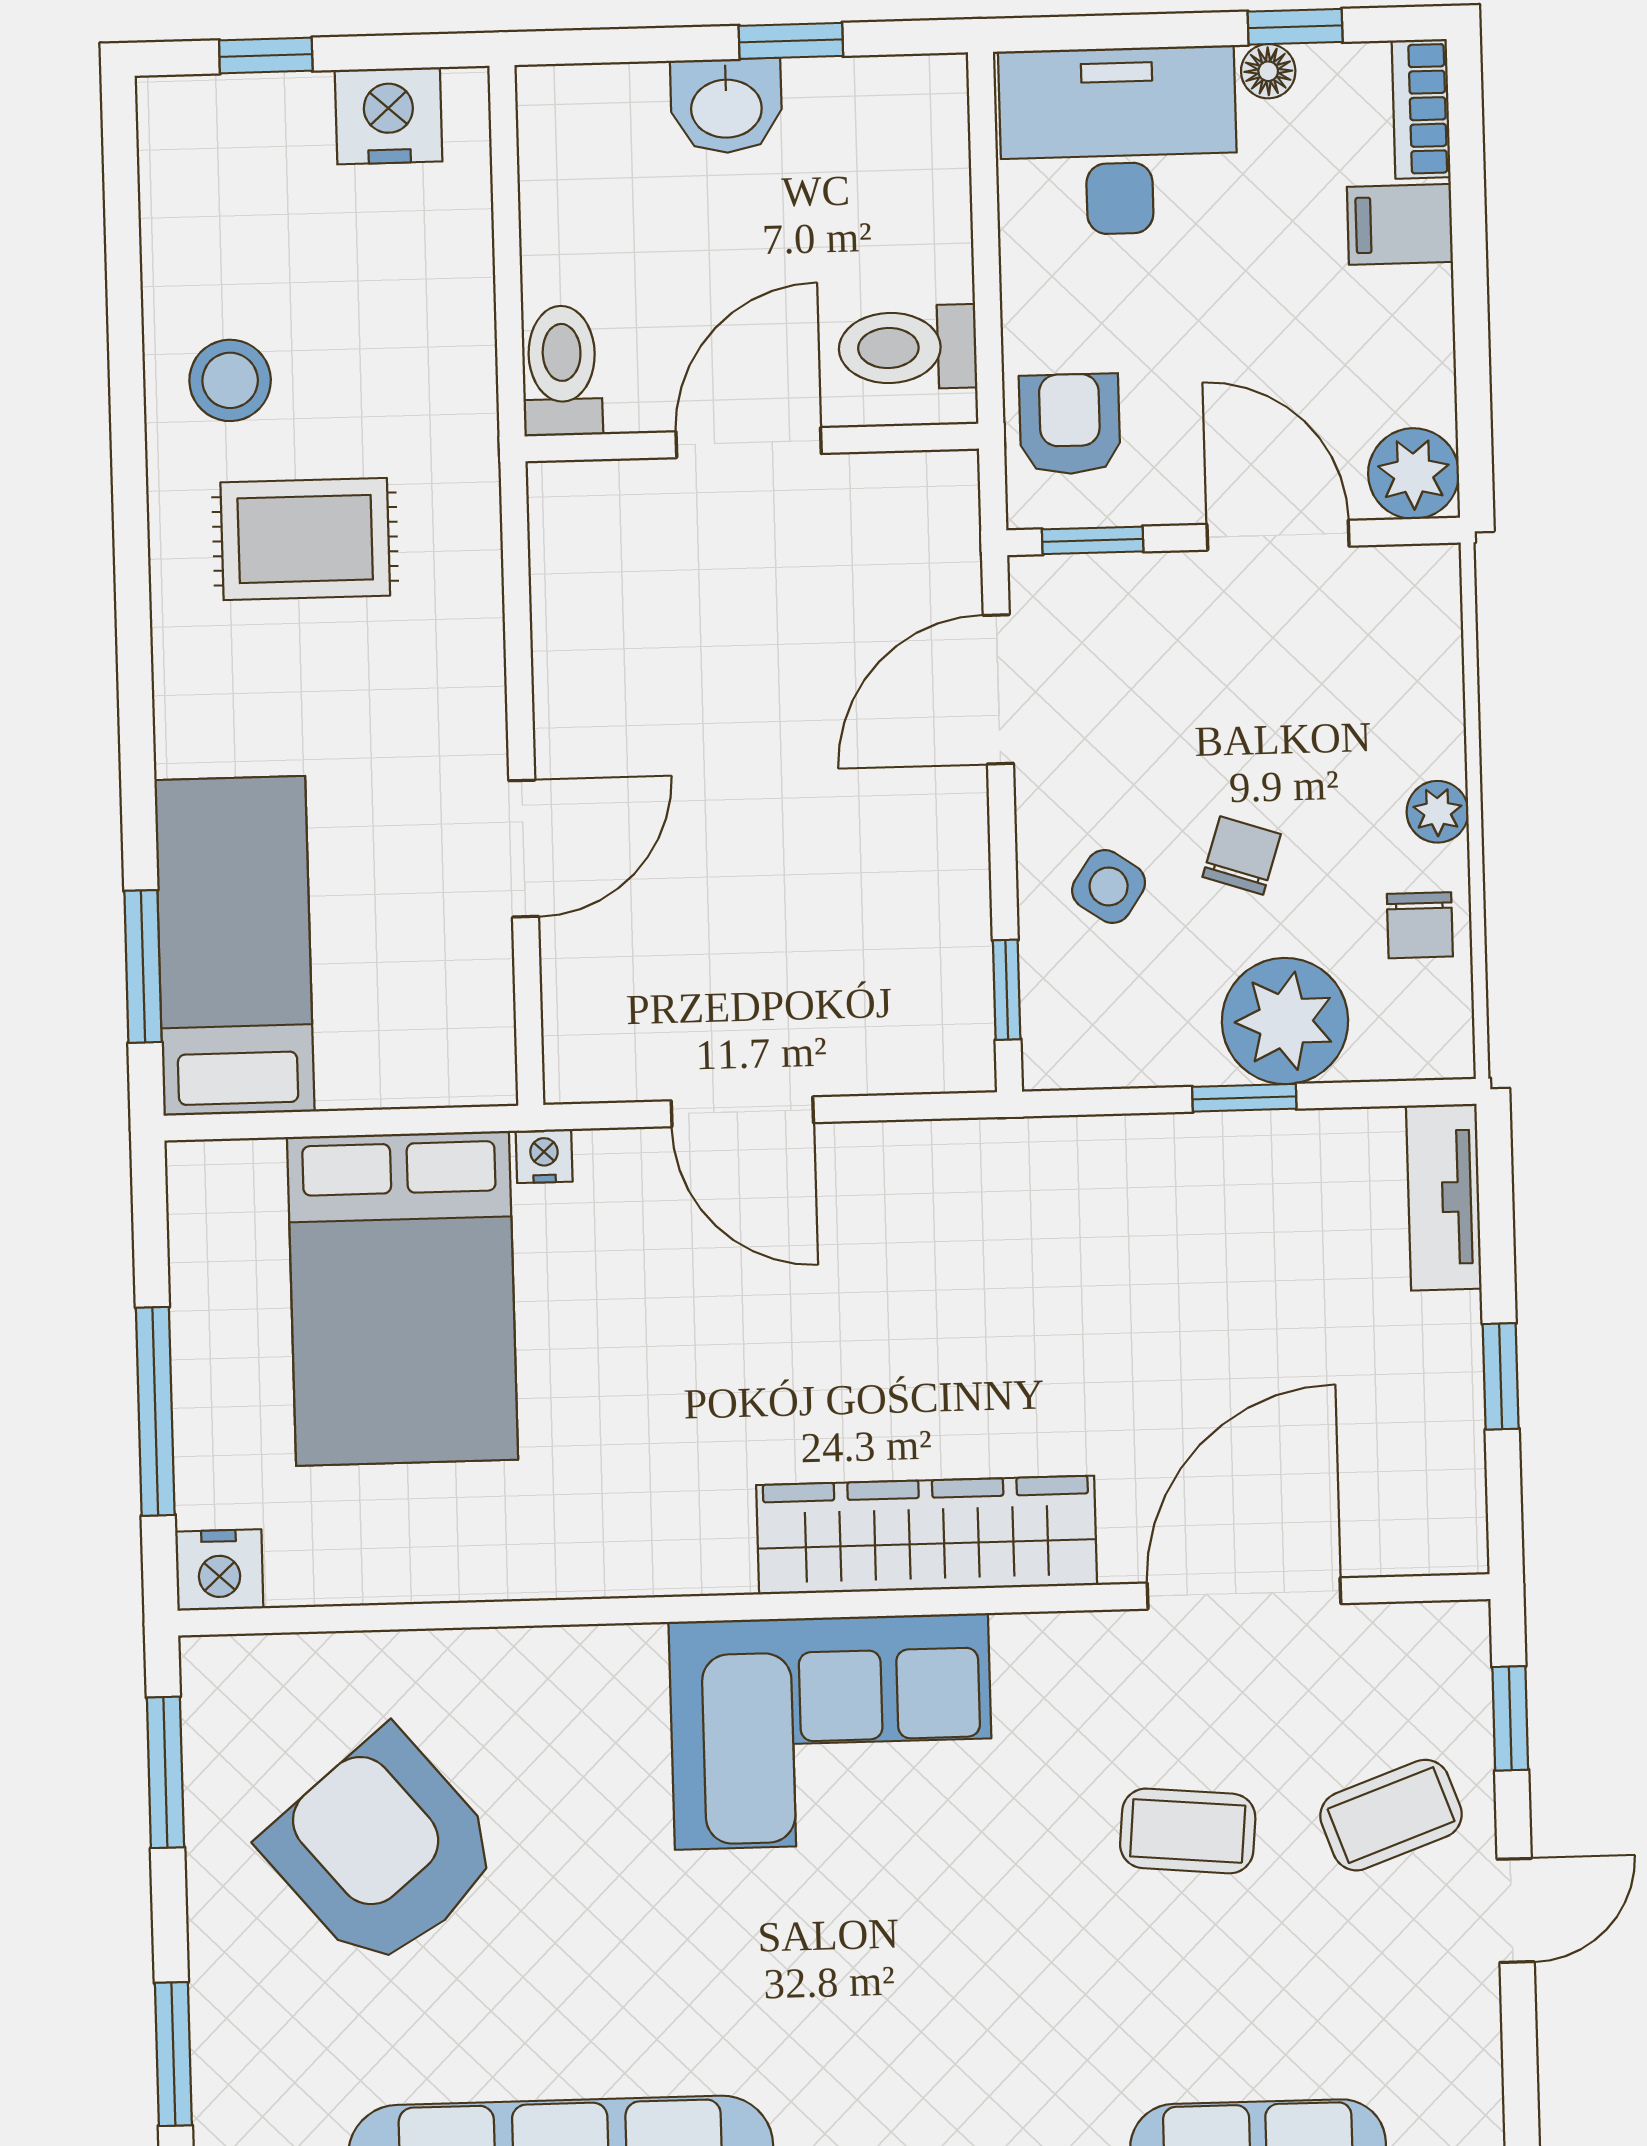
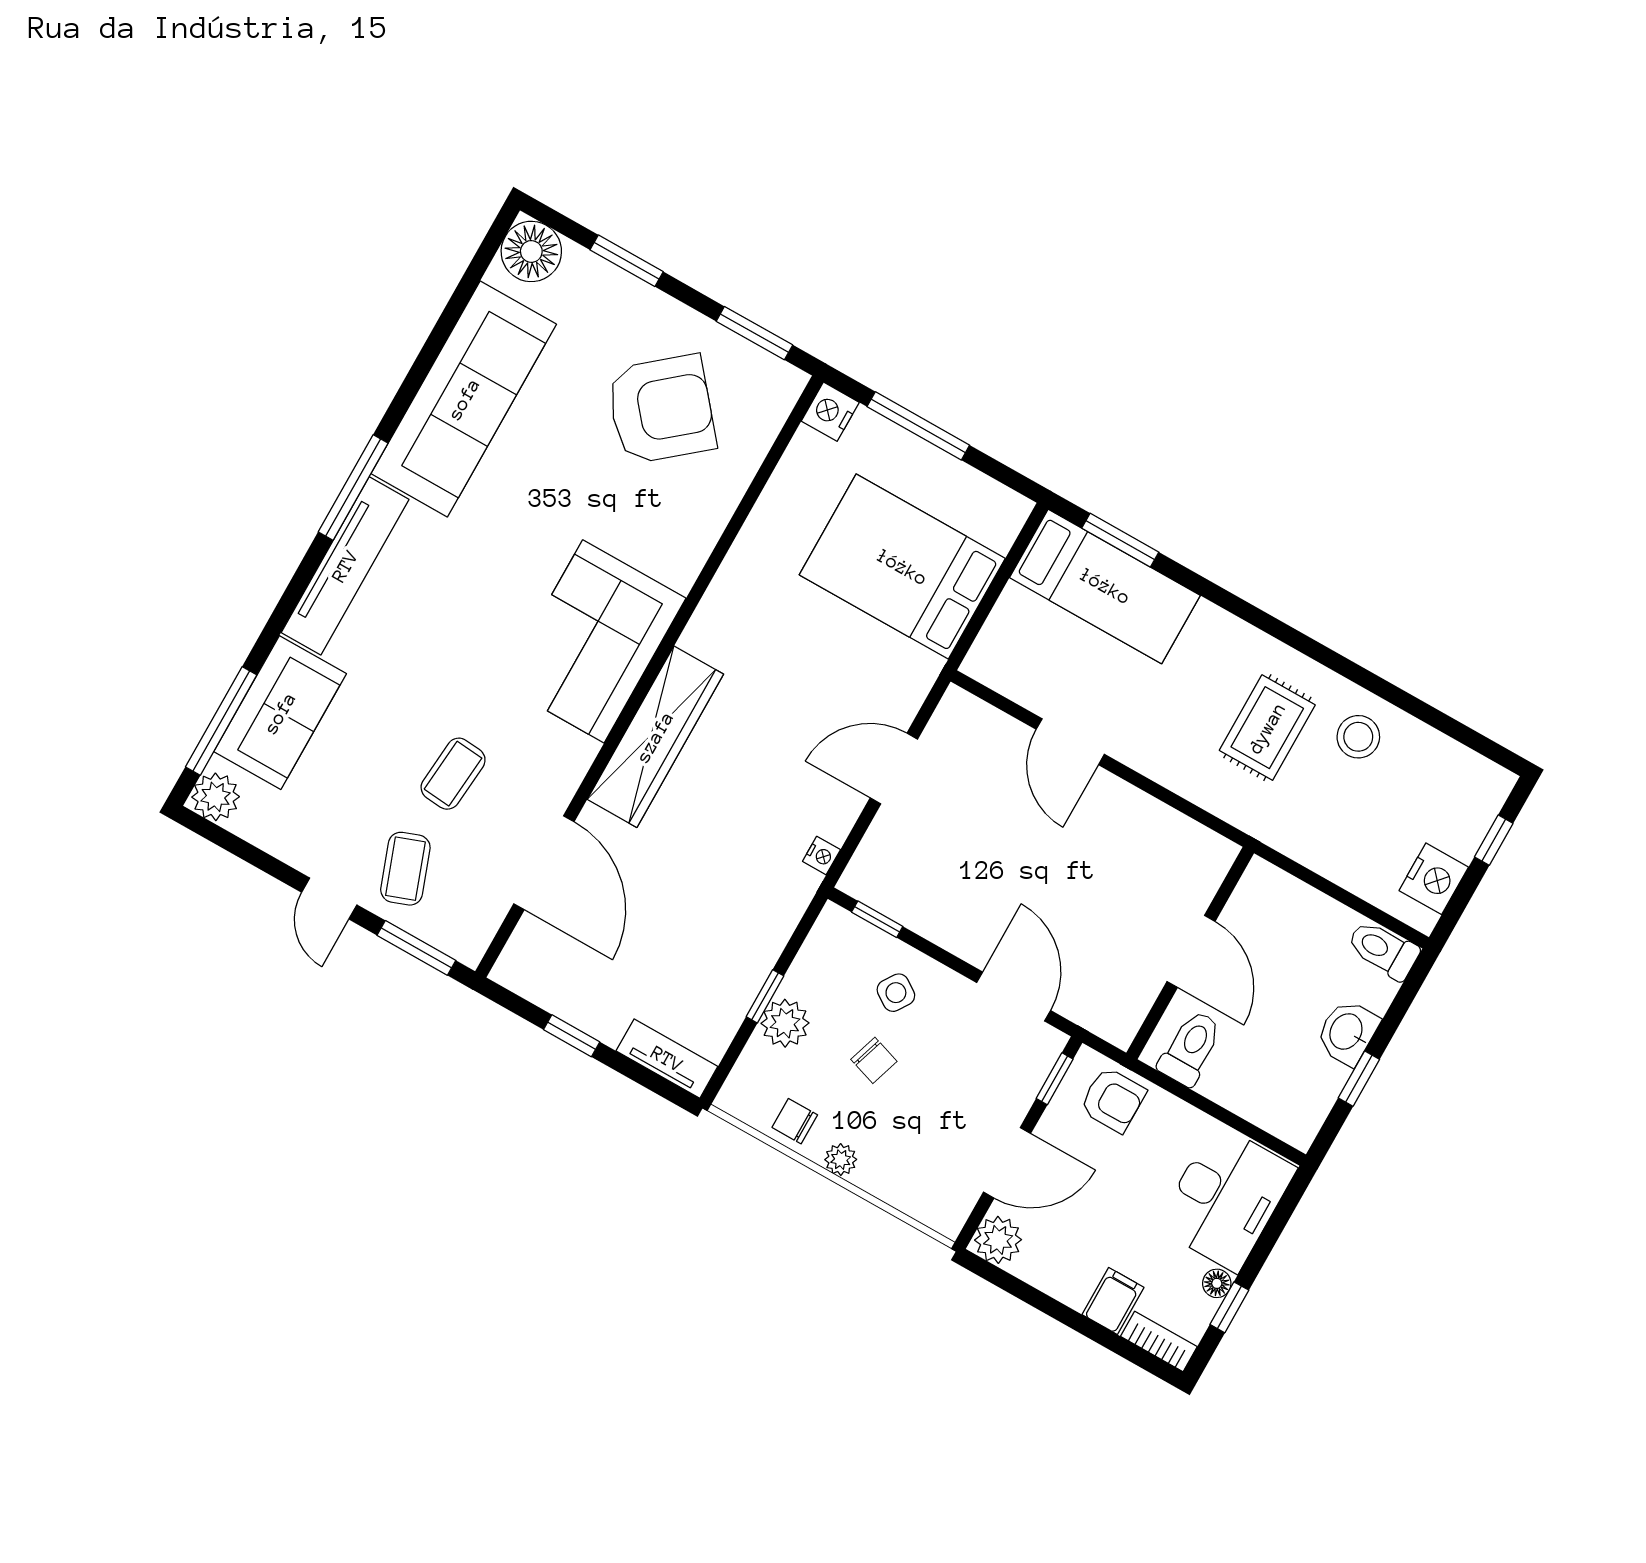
toilet: (562, 371) -> (1383, 950), moved, turned 180
plant: (1285, 1021) -> (785, 1023), width x0.73, depth x0.73
nightstand: (544, 1156) -> (821, 856), moved
window: (1510, 1718) -> (416, 948), width x1.50

